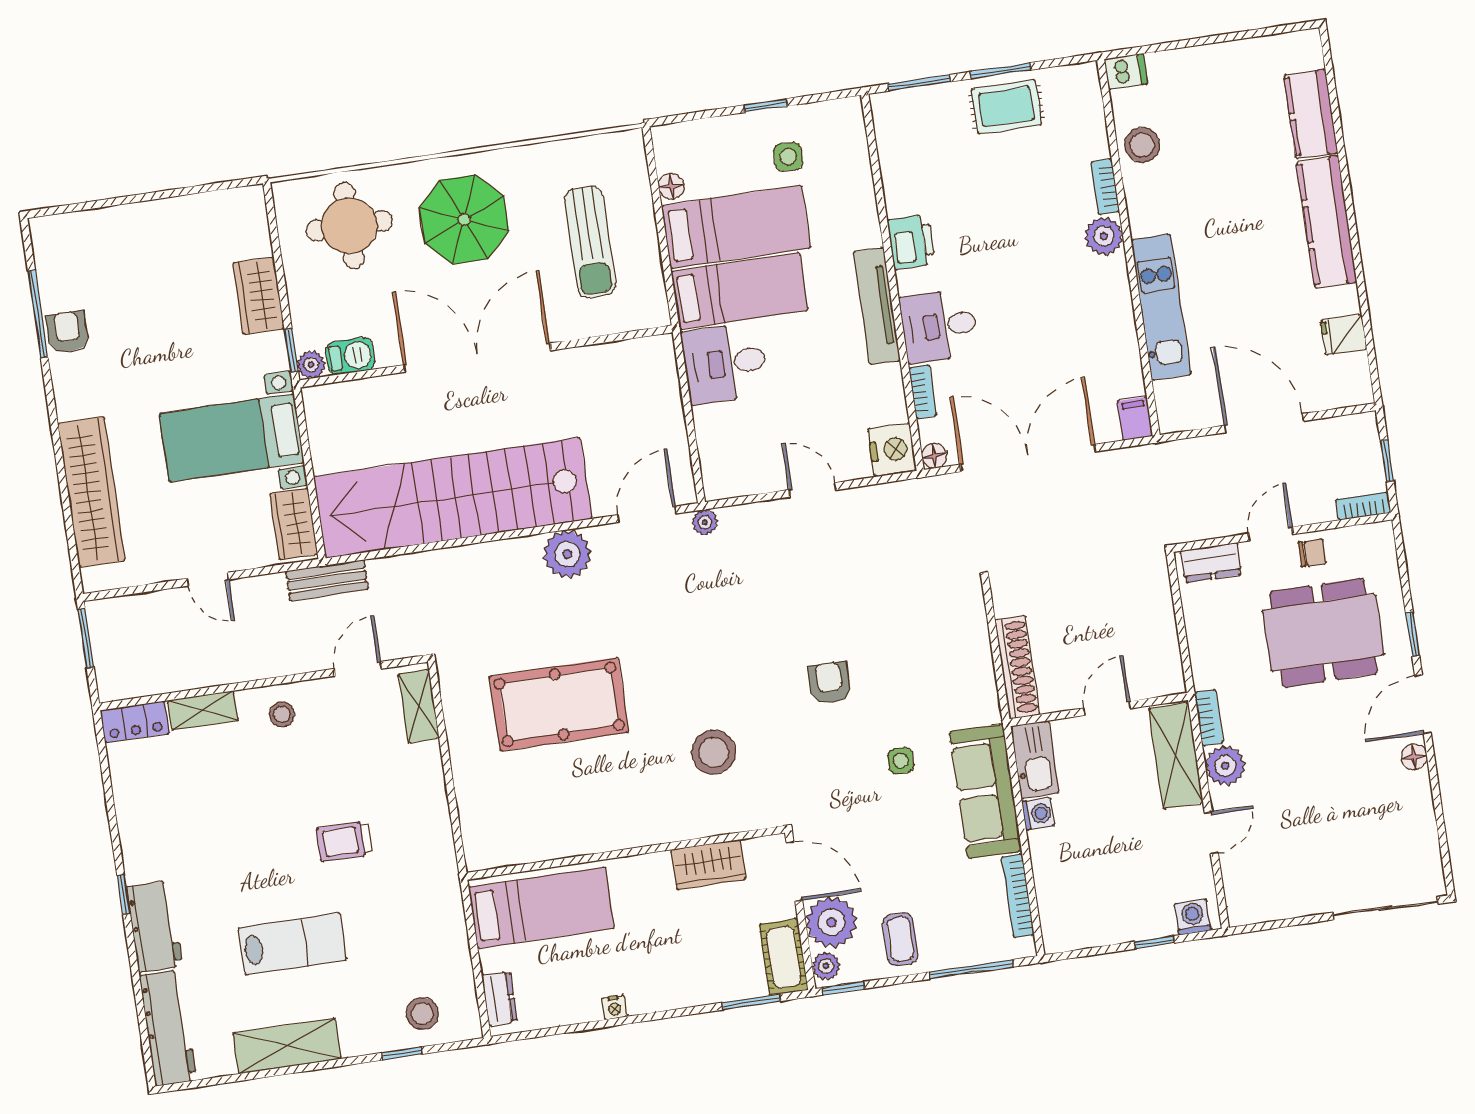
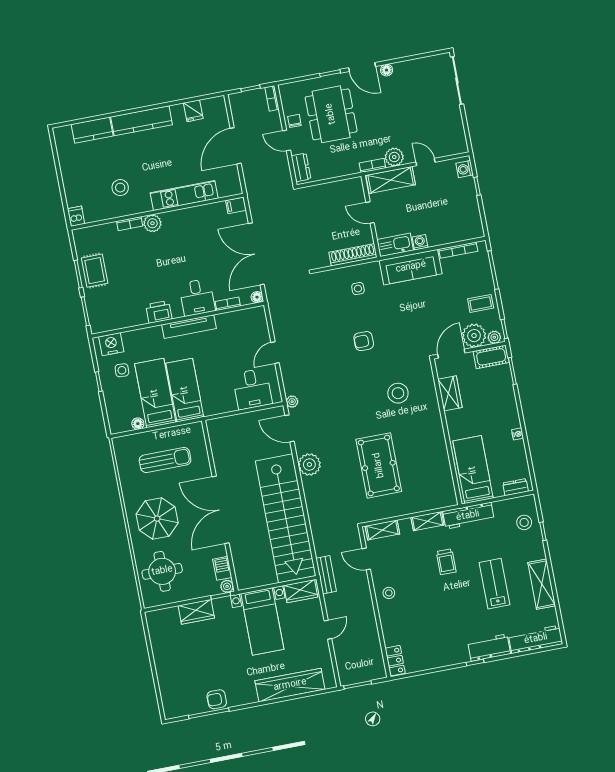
stool: (1142, 145) -> (120, 188), moved
desk: (725, 363) -> (252, 389), moved
nightstand: (892, 449) -> (111, 344), moved
shelving: (203, 710) -> (427, 521), moved, turned 90
side table: (901, 761) -> (358, 289), moved
workbench: (442, 894) -> (468, 516), added

